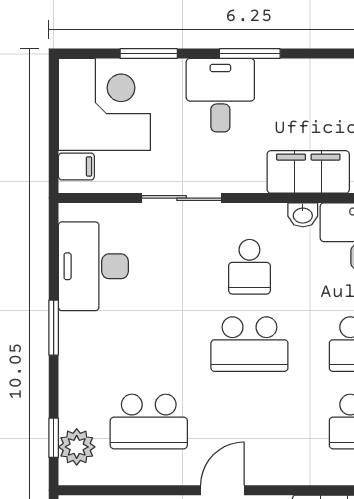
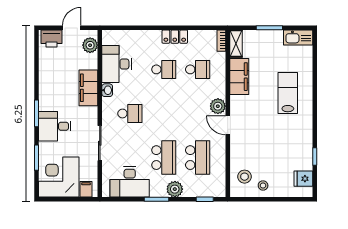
school desk: (249, 344) -> (164, 158), moved
plant: (77, 447) -> (175, 189), moved
plant: (266, 468) -> (218, 106), added

